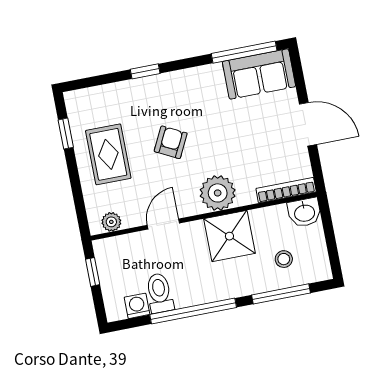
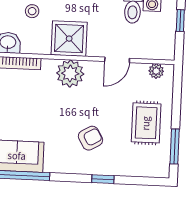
window: (66, 134) -> (175, 146), width x1.50
armchair: (171, 142) -> (90, 138), moved, turned -147
window: (93, 272) -> (180, 21), moved

